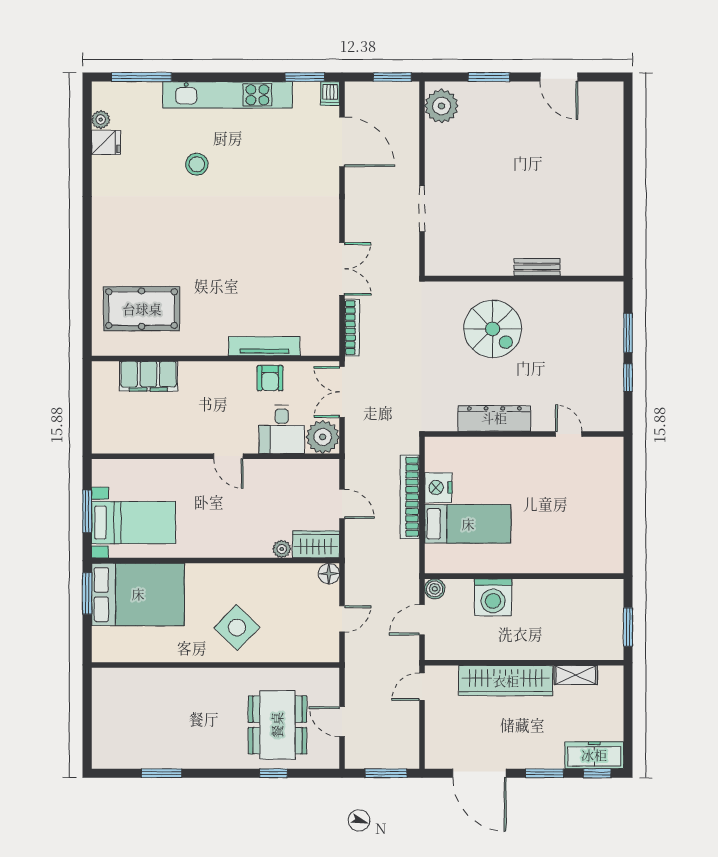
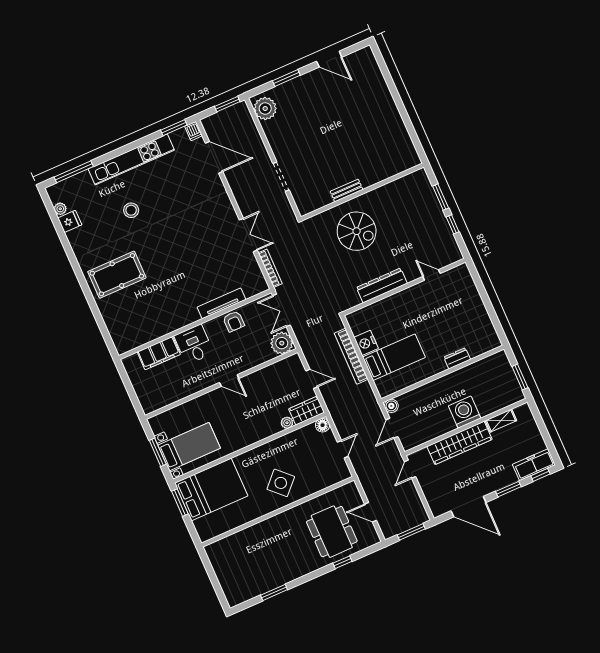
bench: (537, 267) -> (347, 191), moved
pool table: (142, 309) -> (117, 275), moved
desk: (282, 429) -> (194, 344), moved, turned 180
dresser: (553, 564) -> (457, 358), added
washing machine: (493, 597) -> (465, 412), moved, turned 180

